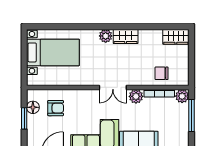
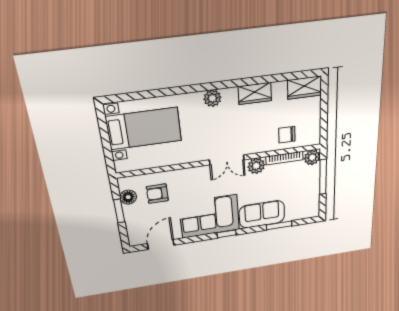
wardrobe: (126, 36) -> (255, 94), moved
armchair: (56, 108) -> (157, 194), turned 180

